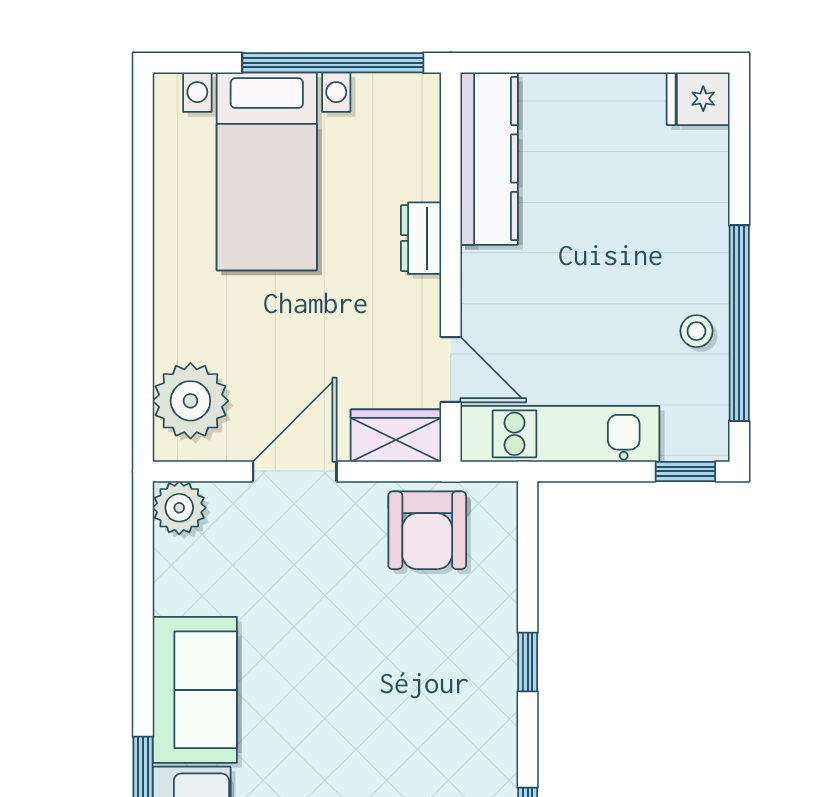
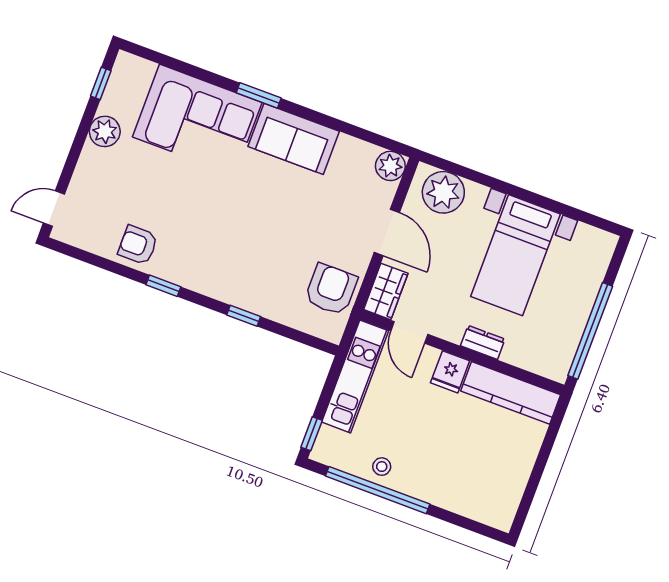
fridge: (698, 99) -> (450, 372), moved, turned 180
bed with nightstands: (267, 171) -> (516, 255), moved, turned -90
door: (451, 369) -> (409, 332), hinge flipped
armchair: (427, 530) -> (331, 289), turned 90

